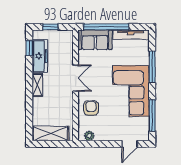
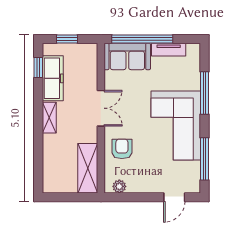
tv unit: (131, 35) -> (169, 50), width x0.71
shelving: (51, 133) -> (88, 168), moved, turned 90

